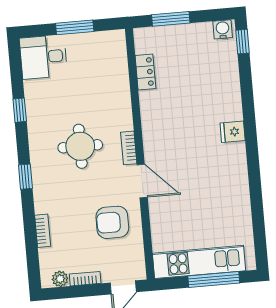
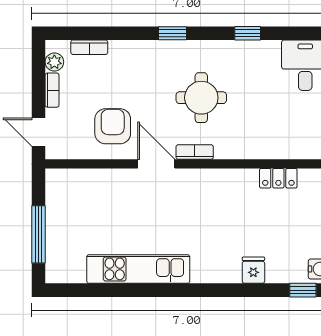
fridge: (233, 132) -> (253, 270), moved
door: (142, 181) -> (156, 164), swing flipped
bookcase: (43, 231) -> (89, 47), moved
kitchen unit: (199, 262) -> (138, 269), moved, turned -90

